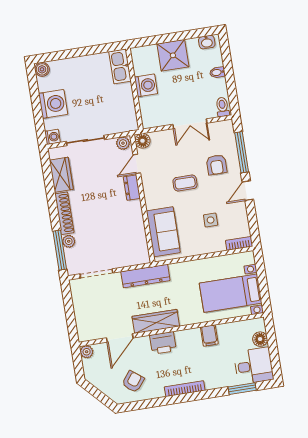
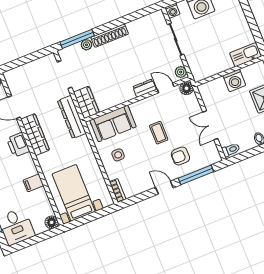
wardrobe: (61, 175) -> (86, 102), moved, turned -90
side table: (211, 220) -> (118, 155), moved
floor lamp: (260, 339) -> (52, 222), moved

